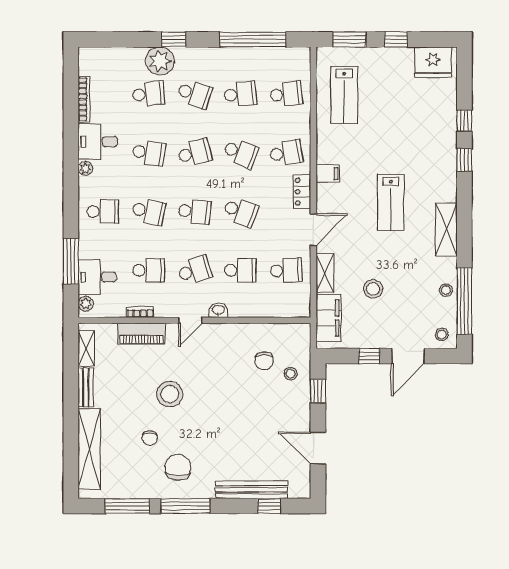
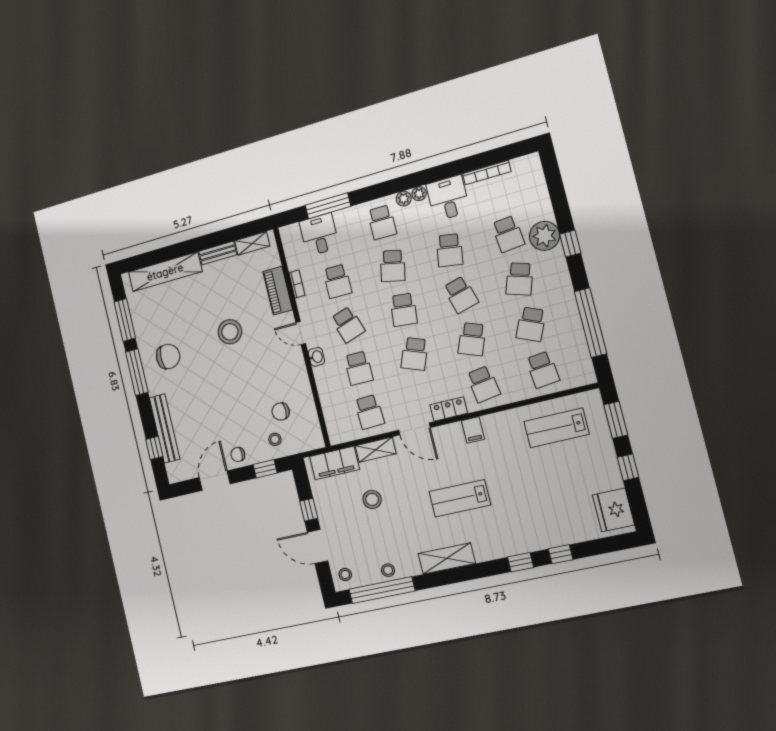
school desk: (240, 94) -> (531, 324), turned 30
plant: (86, 304) -> (404, 199), moved
chair: (150, 438) -> (238, 455), moved

